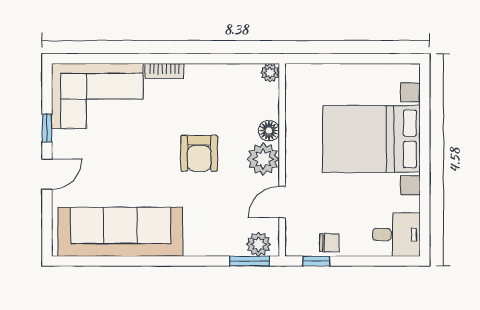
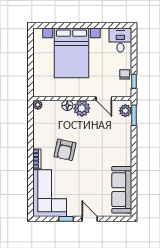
armchair: (199, 153) -> (65, 150), moved, turned 102
sofa: (120, 232) -> (122, 190), width x0.74, depth x0.79

